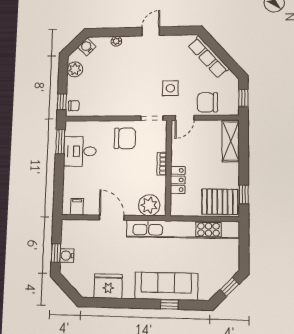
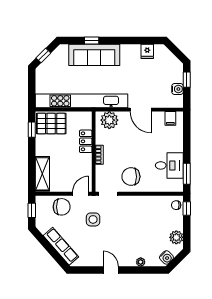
door: (151, 31) -> (111, 270), swing flipped
water cooler: (67, 256) -> (177, 89), moved
fridge: (108, 286) -> (147, 51), width x0.53, depth x0.75

